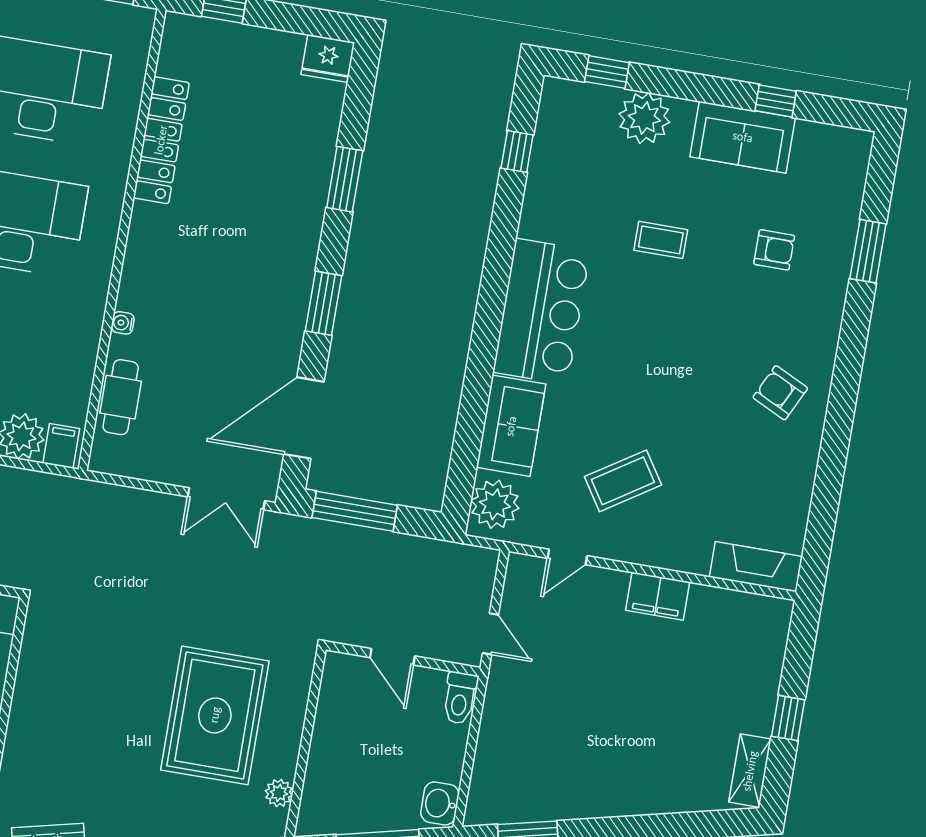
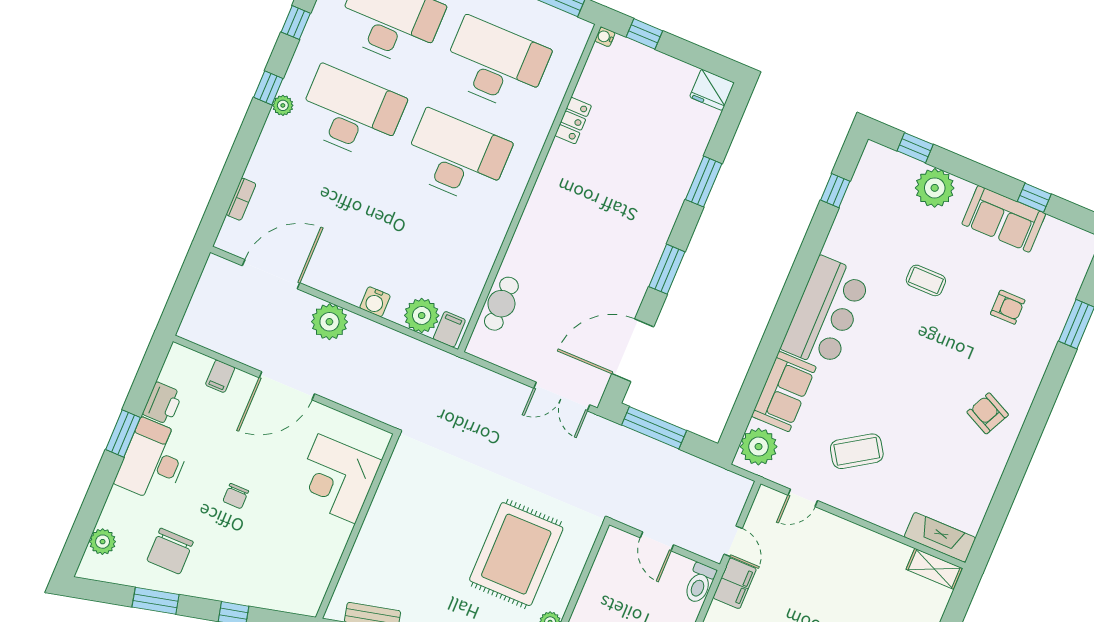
locker: (161, 140) -> (573, 121), width x0.46, depth x0.83
water cooler: (123, 323) -> (605, 37), moved
filing cabinet: (658, 596) -> (735, 583), moved, turned -90
shelving: (758, 609) -> (934, 569), added

